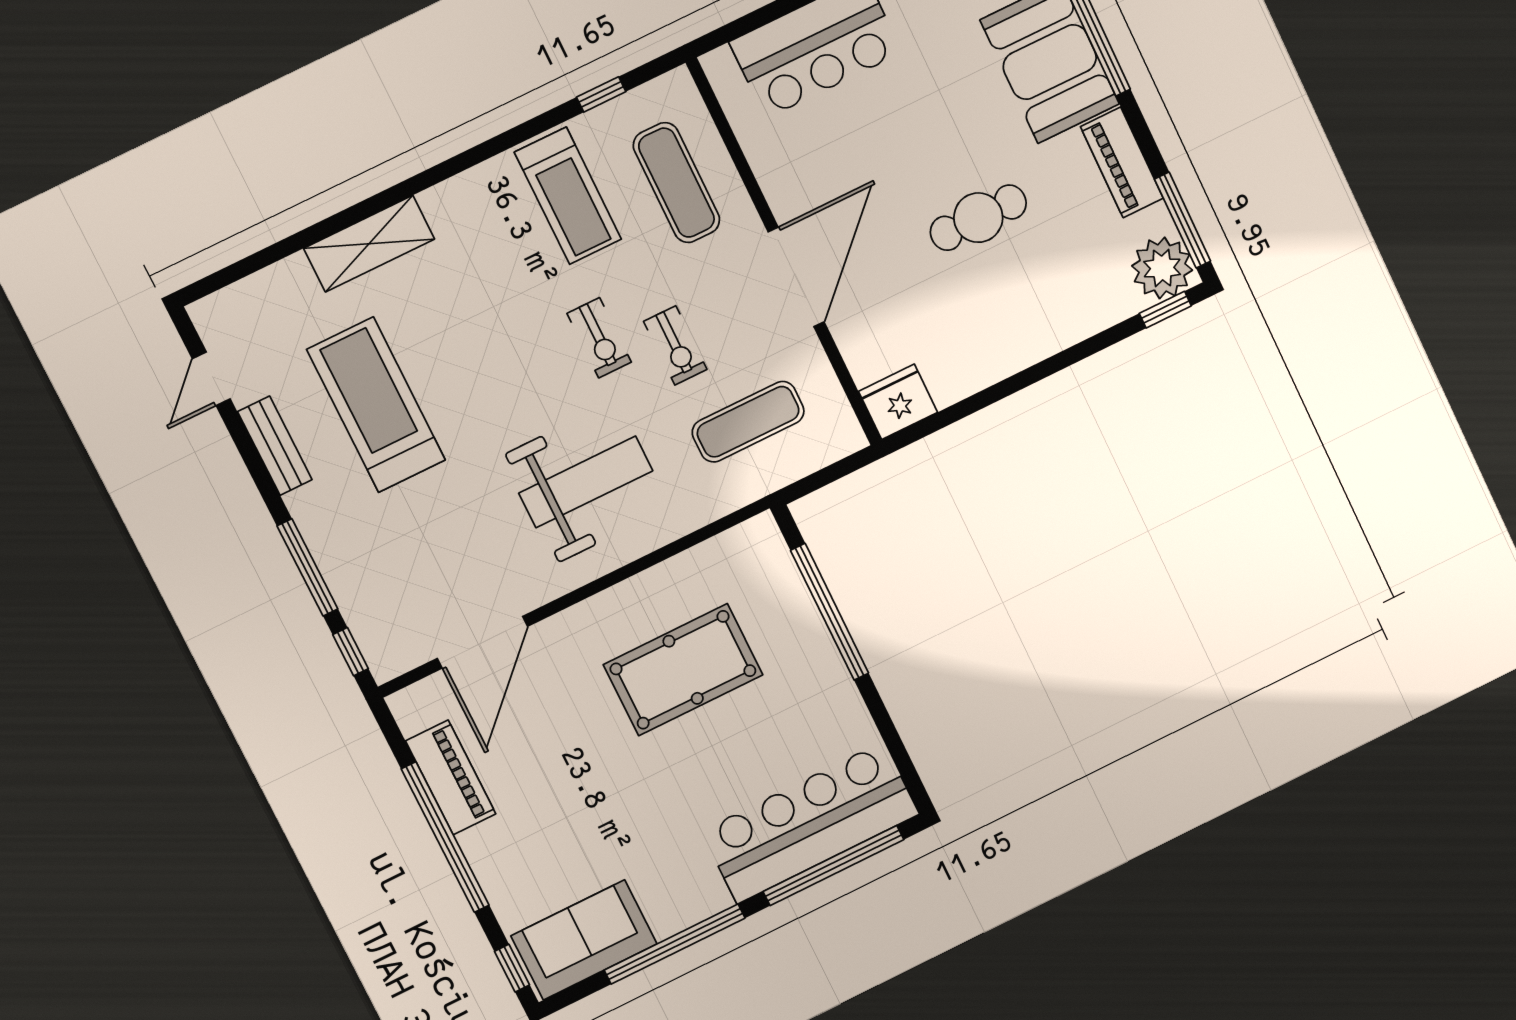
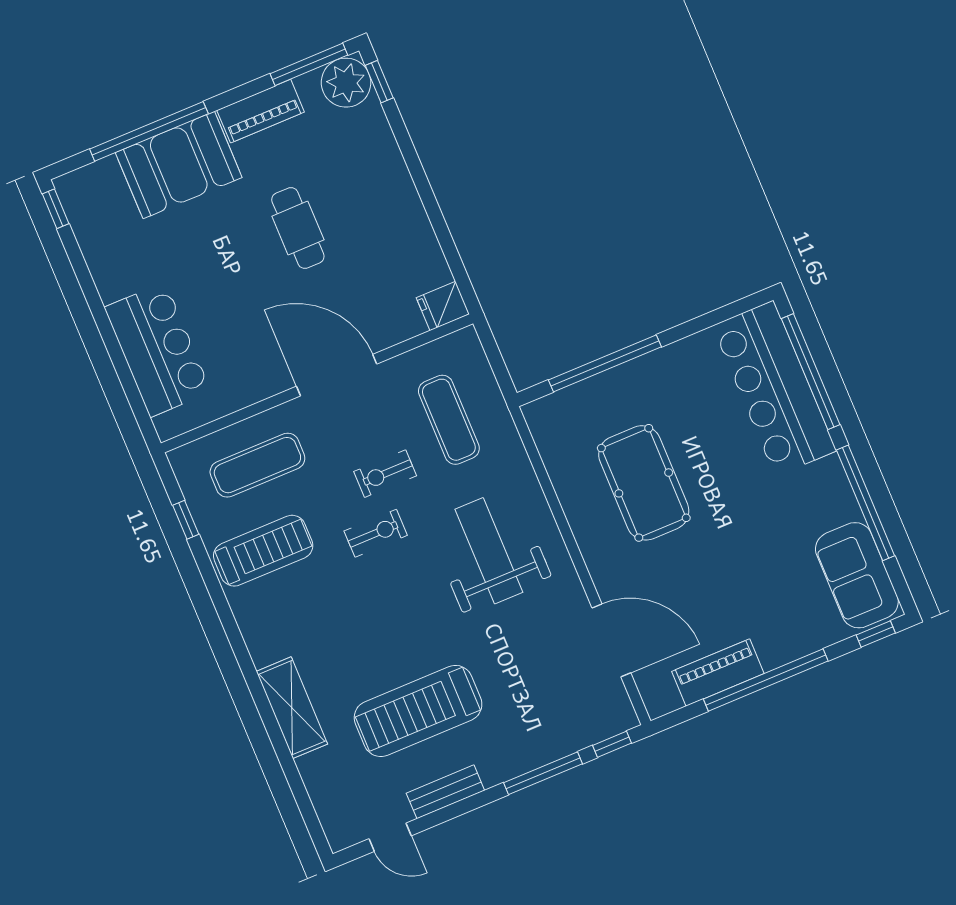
exercise bike: (675, 345) -> (385, 474), turned 180
fridge: (898, 402) -> (443, 306), width x0.72

